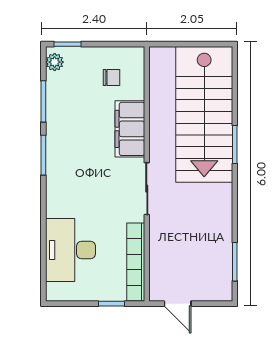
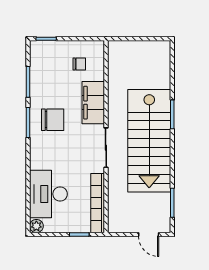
plant: (55, 62) -> (36, 226), moved
stairs: (204, 114) -> (149, 141), moved
chair: (76, 152) -> (53, 120), added
door: (178, 304) -> (149, 234), moved

